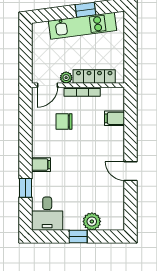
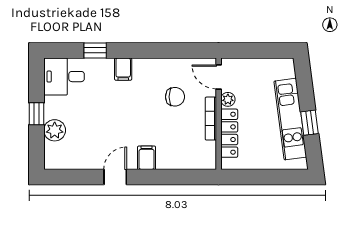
filing cabinet: (115, 118) -> (147, 158), moved
chair: (64, 122) -> (175, 97), turned 90

